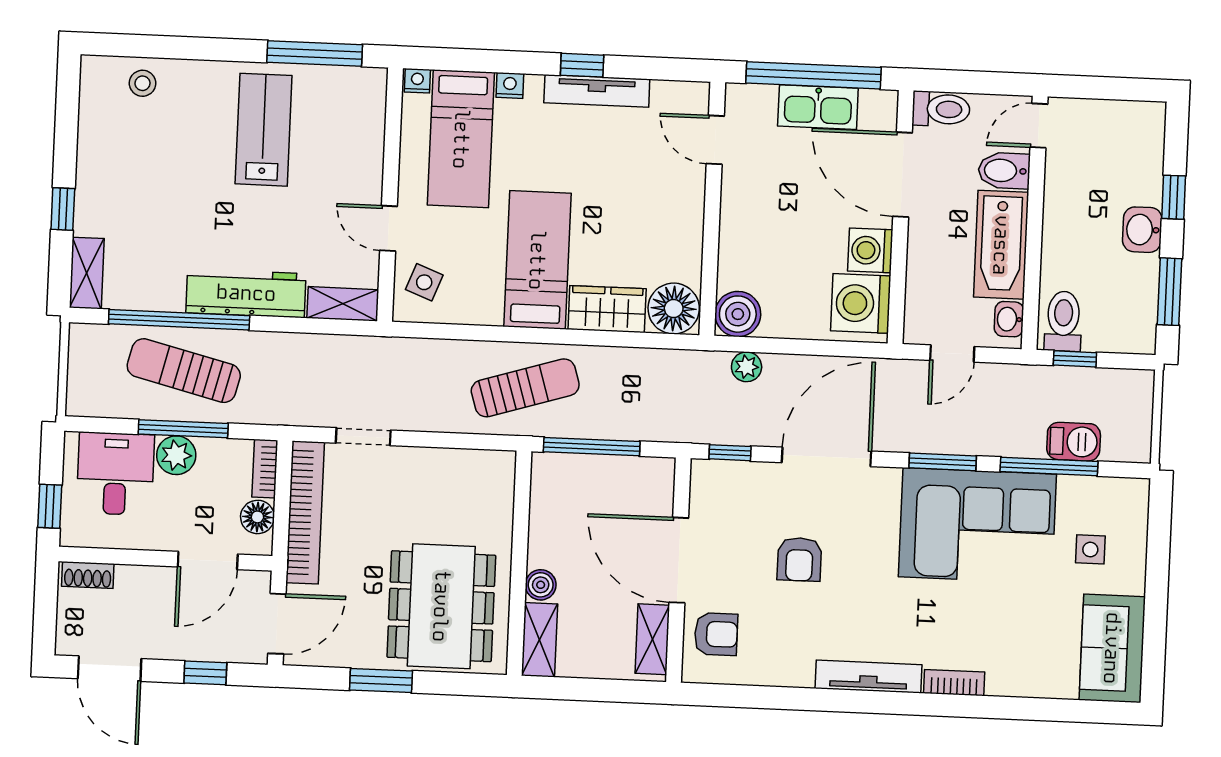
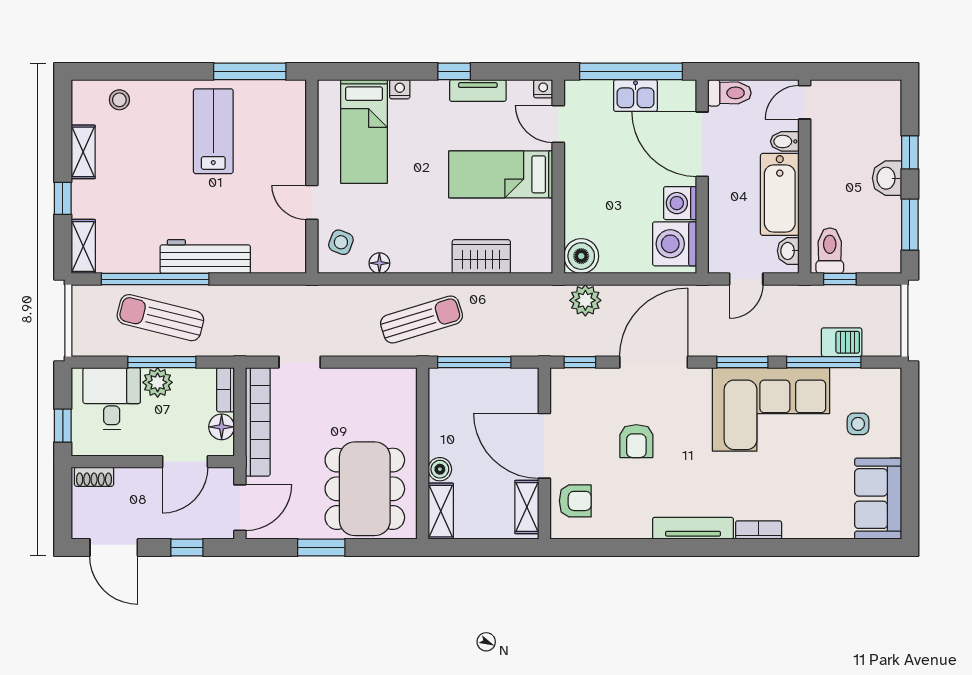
nightstand: (417, 81) -> (543, 89), moved
tv unit: (597, 91) -> (478, 91), width x0.71
kitchen sink: (818, 107) -> (635, 96), width x0.73
bidet: (1004, 171) -> (785, 141), width x0.72, depth x0.74
bed: (537, 260) -> (501, 174), moved, turned -90
shelving: (343, 304) -> (83, 152), moved, turned 90
floor lamp: (674, 309) -> (379, 263), moved, width x0.53, depth x0.53
plant: (747, 367) -> (585, 300), width x1.38, depth x1.38

